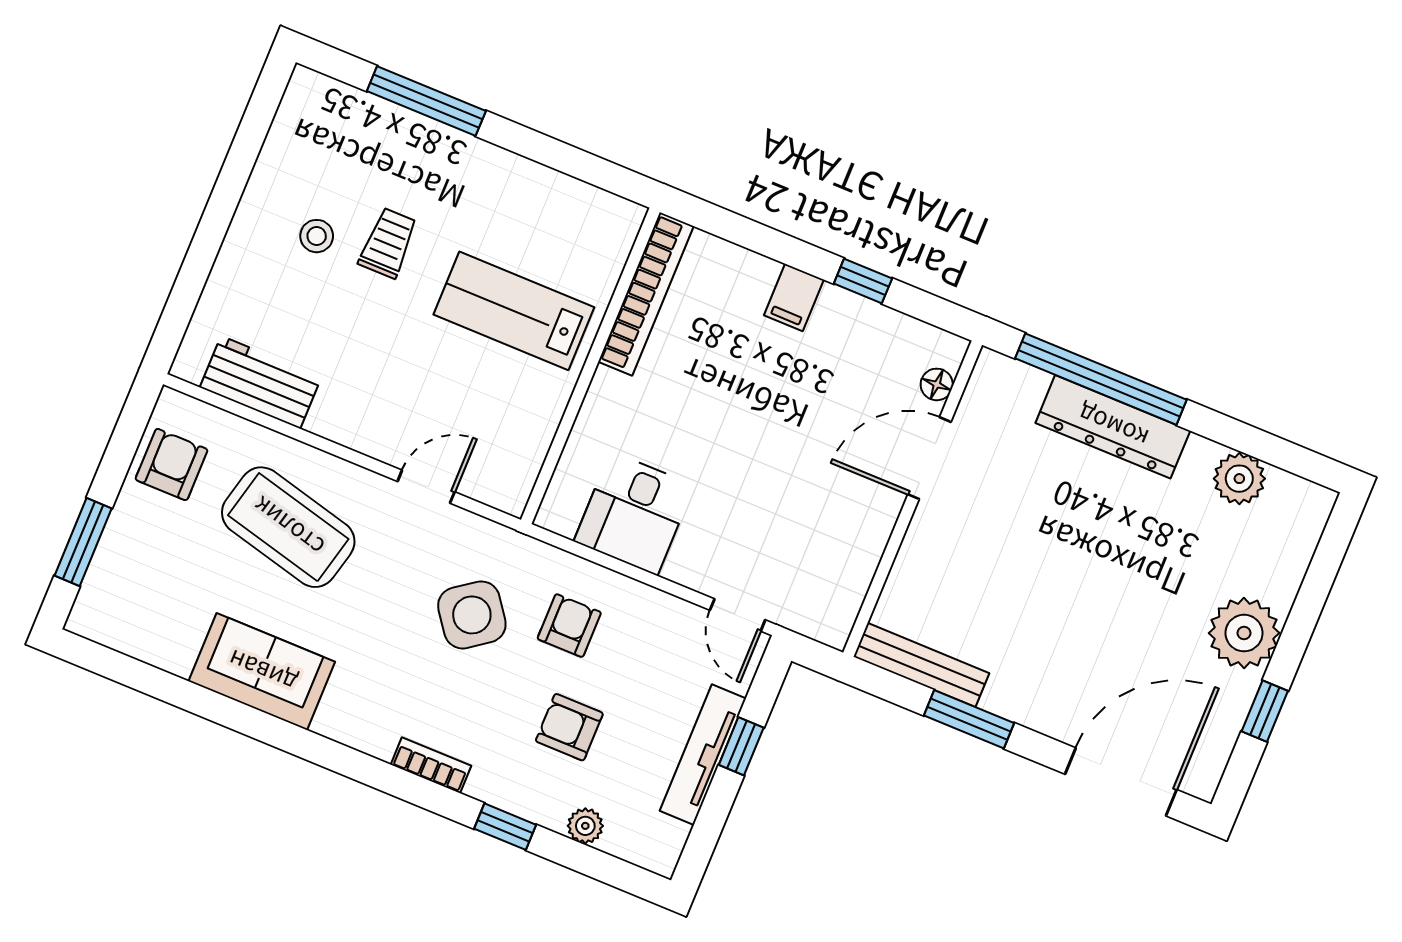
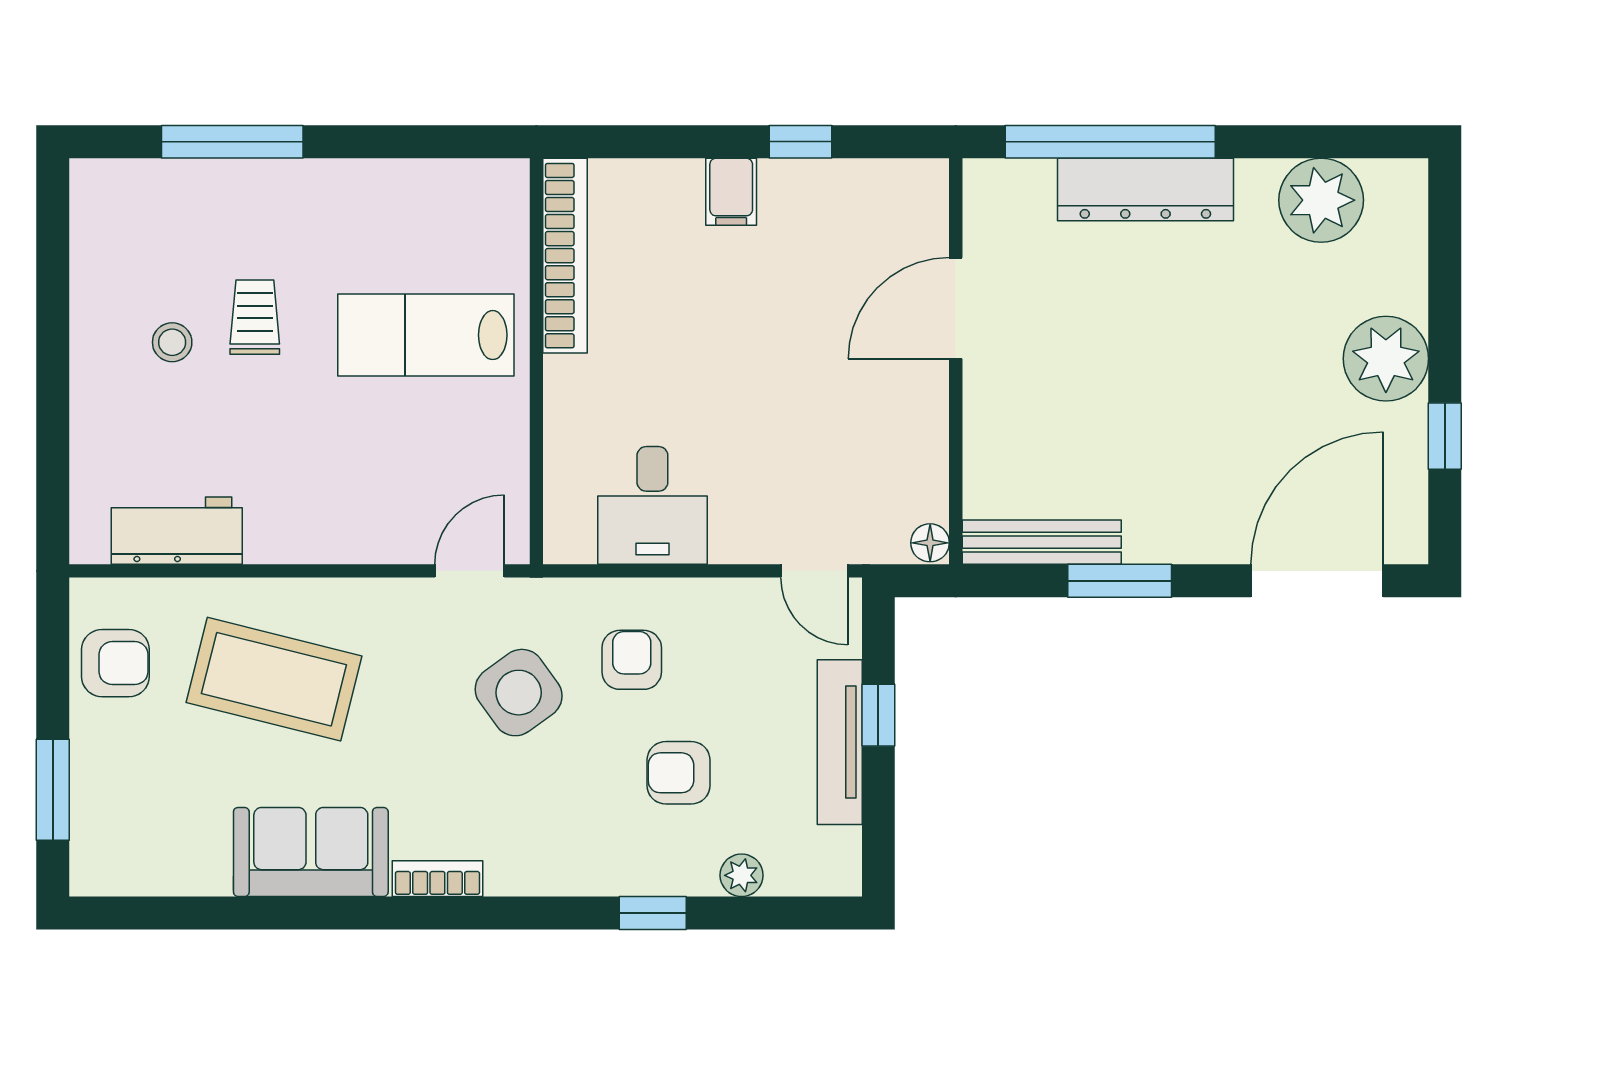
floor lamp: (937, 384) -> (930, 543), moved
armchair: (171, 465) -> (115, 663), turned 90
plant: (1239, 479) -> (1321, 200), width x1.36, depth x1.36
door: (426, 487) -> (470, 571), moved
bookcase: (431, 765) -> (437, 879), moved

